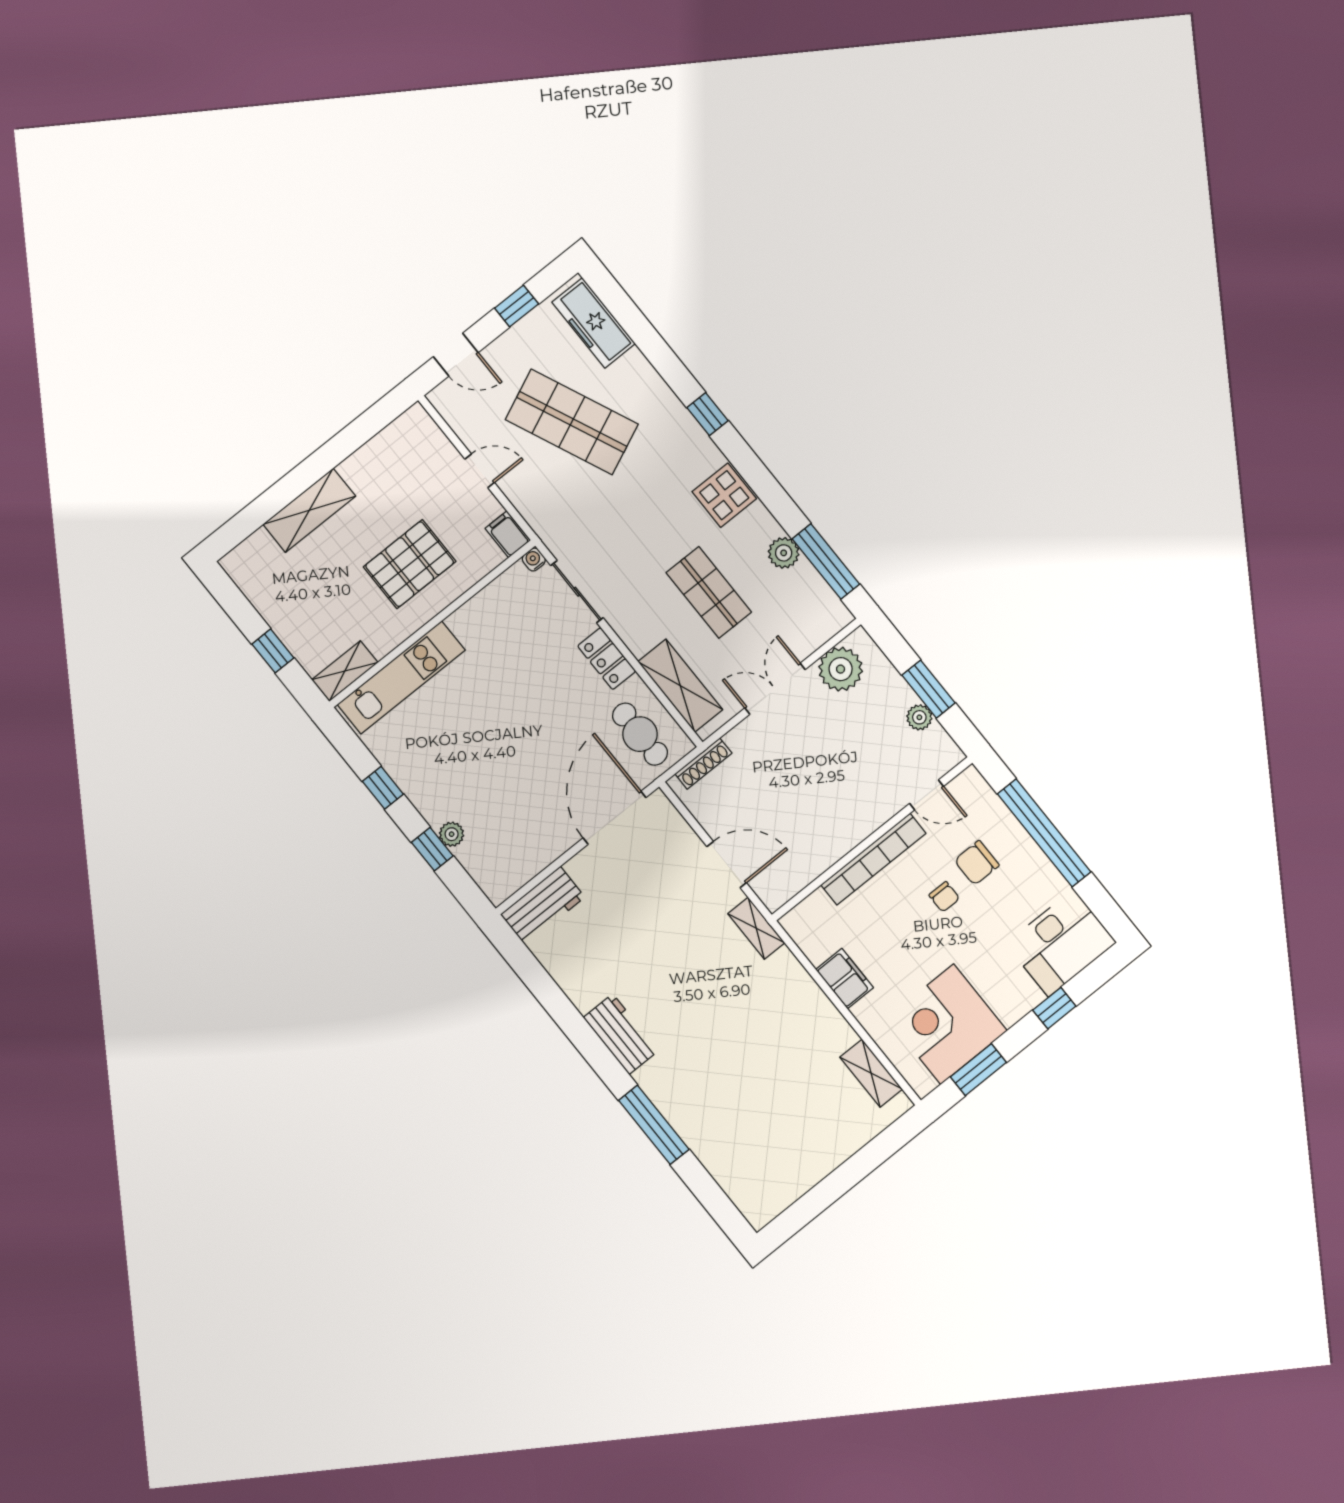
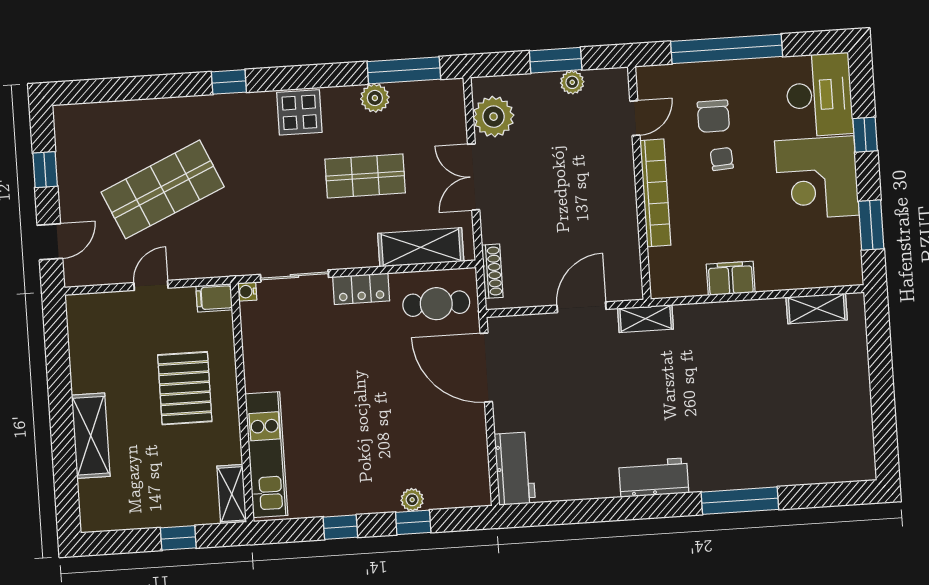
freezer: (594, 323) -> (99, 120), removed
chair: (944, 897) -> (722, 159), turned -94
corner desk: (947, 1024) -> (817, 178), moved

